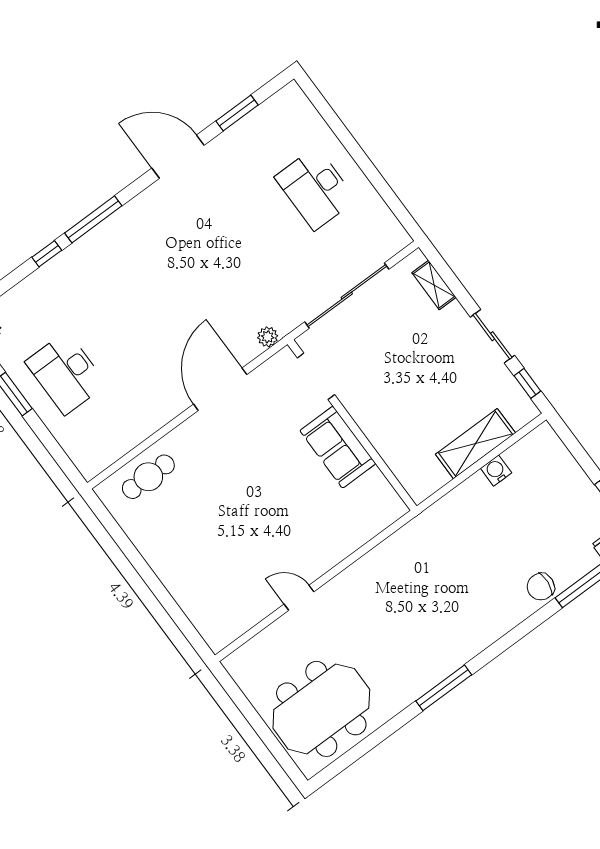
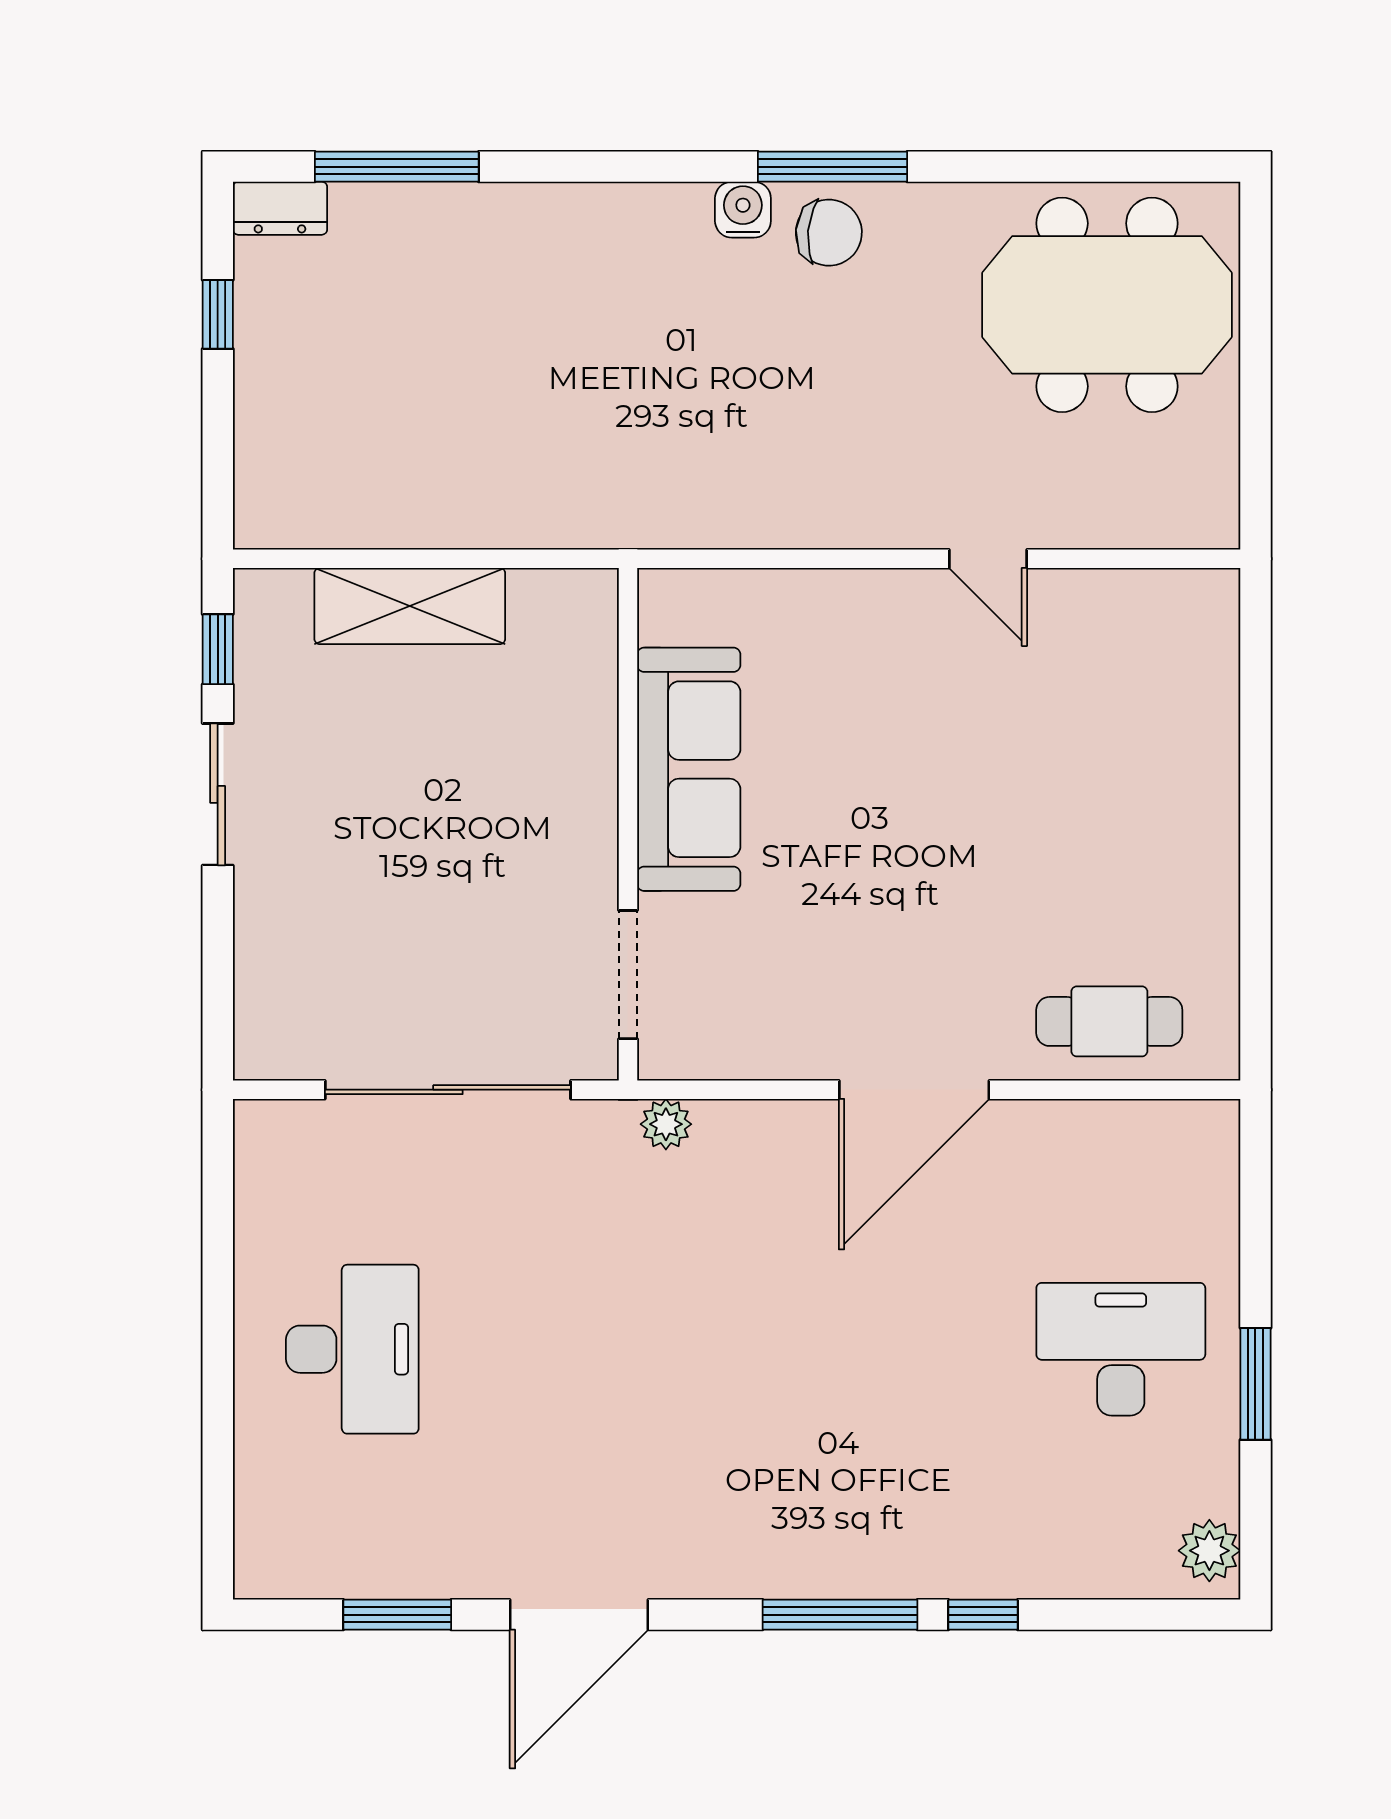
door: (178, 157) -> (579, 1615), hinge flipped
shelving: (434, 285) -> (259, 982), removed
desk: (66, 373) -> (1121, 1349), turned -90
door: (220, 389) -> (914, 1090), moved
sofa: (338, 447) -> (689, 769), width x1.36
water cooler: (496, 471) -> (743, 210), moved, turned 180
chair: (541, 587) -> (829, 233), moved

